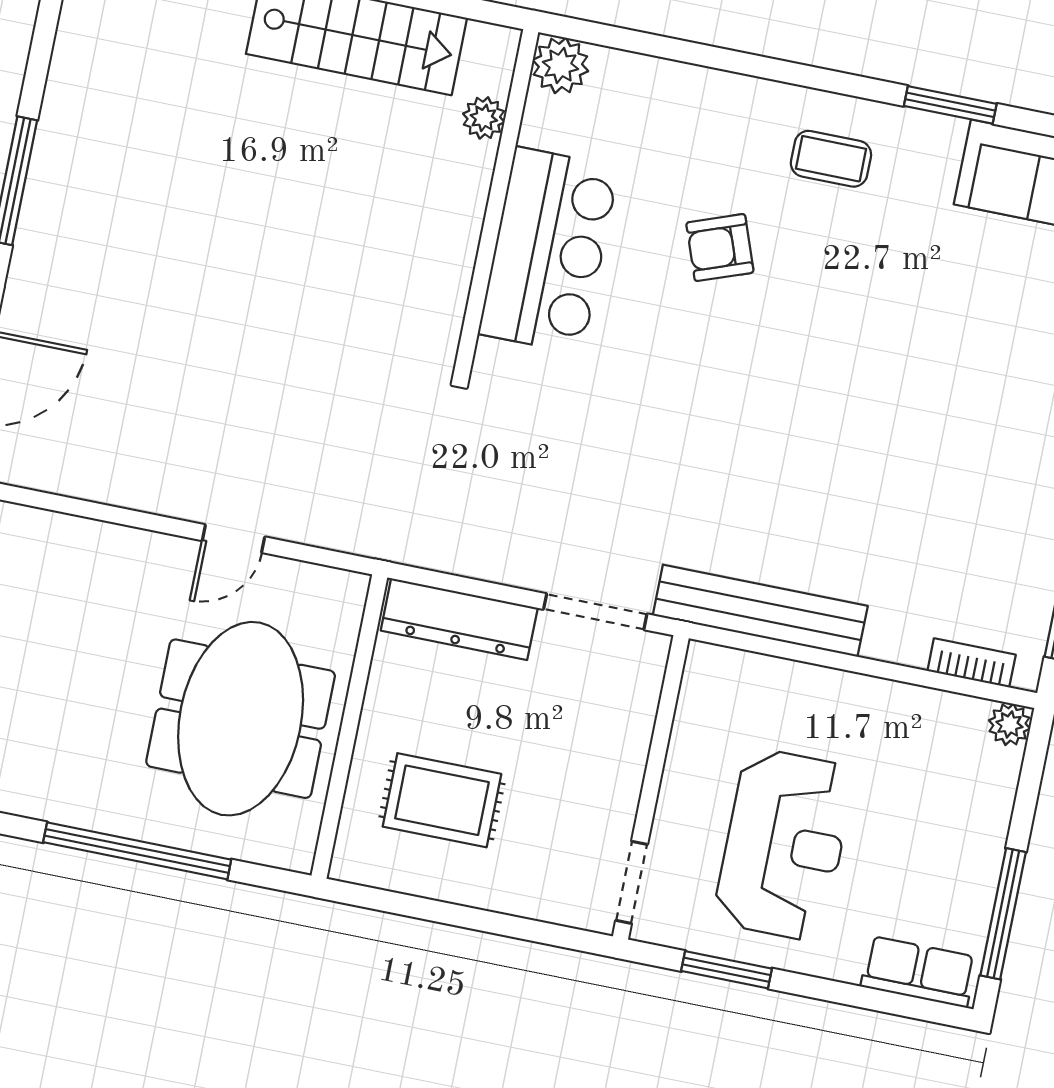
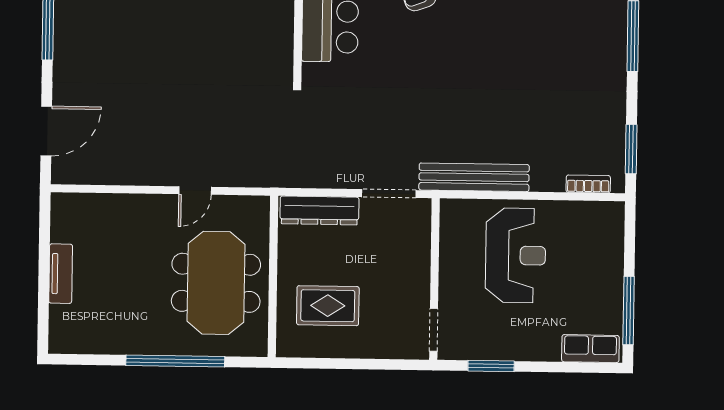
plant: (1009, 724) -> (614, 212), removed
reception desk: (784, 845) -> (516, 255), moved

